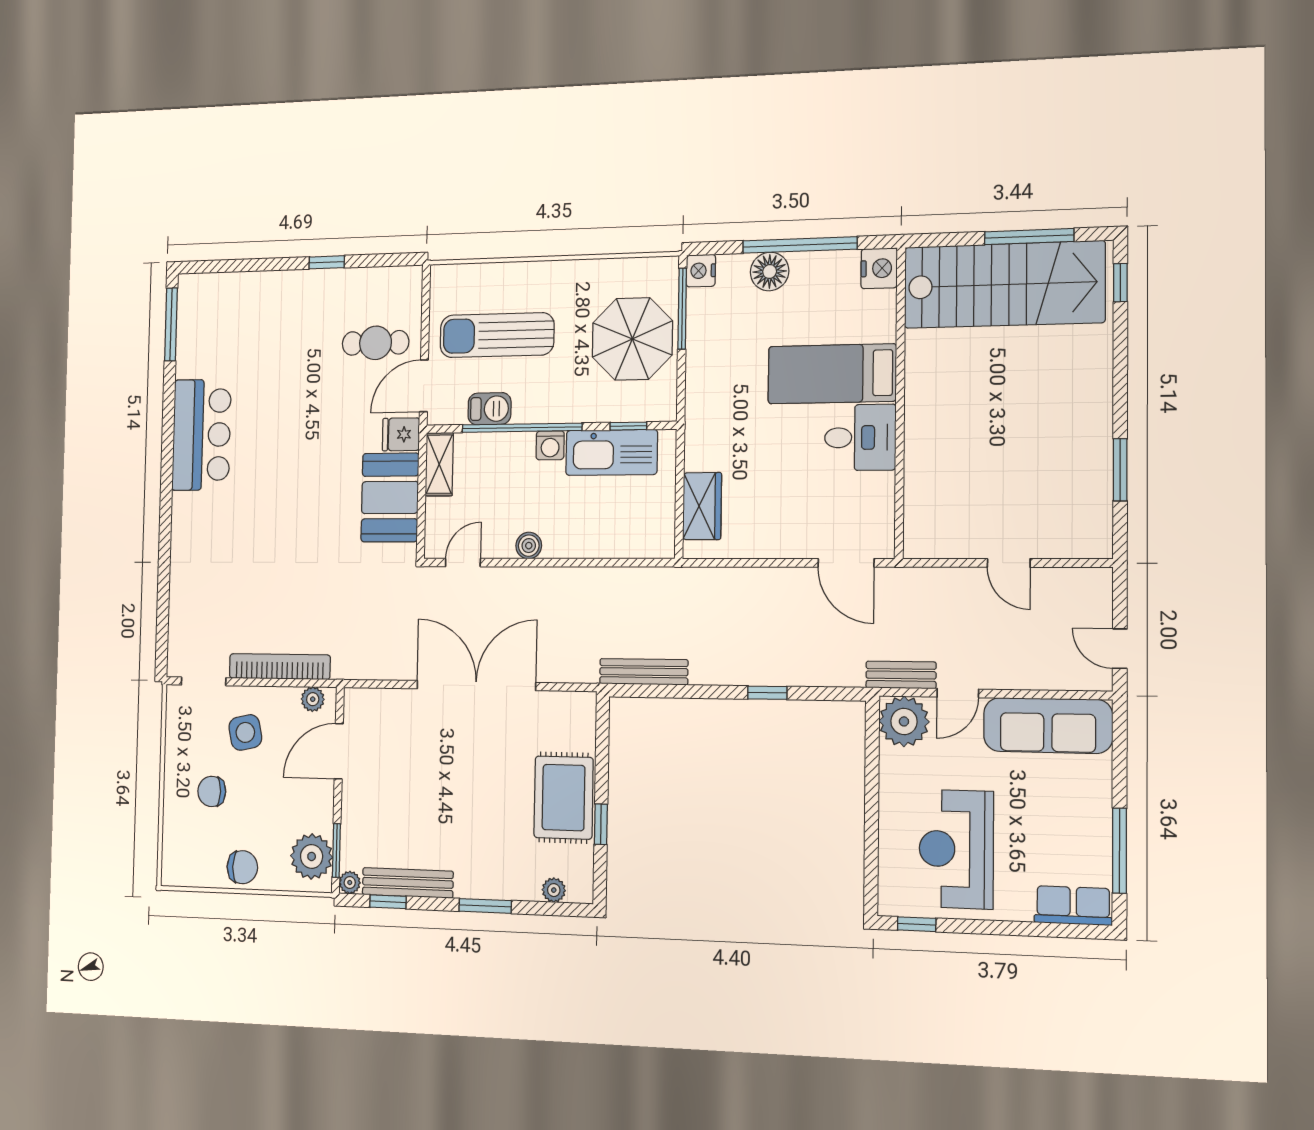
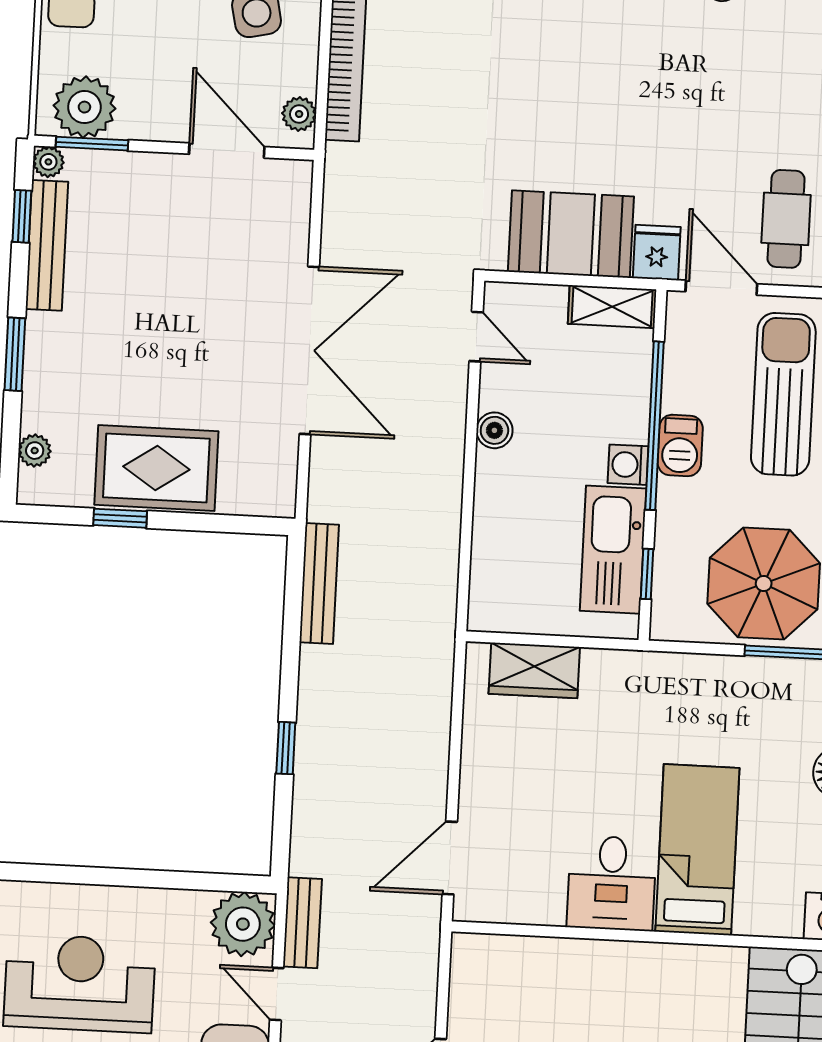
barbecue: (489, 409) -> (680, 445), moved

